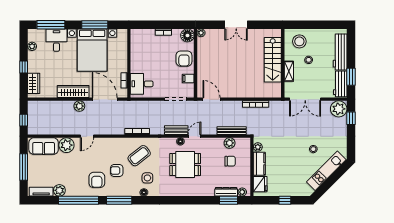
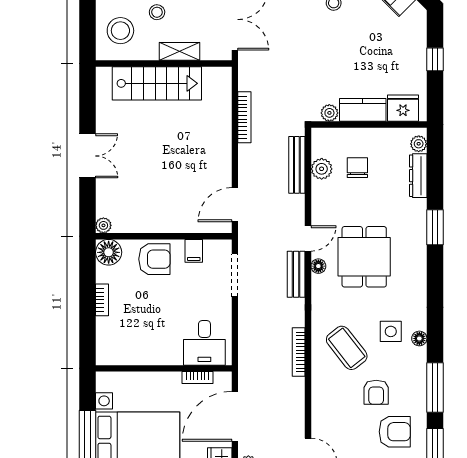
door: (194, 136) -> (308, 238), swing flipped
window: (229, 200) -> (435, 227), moved

